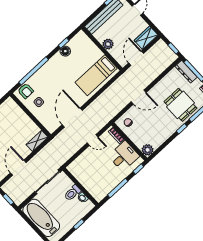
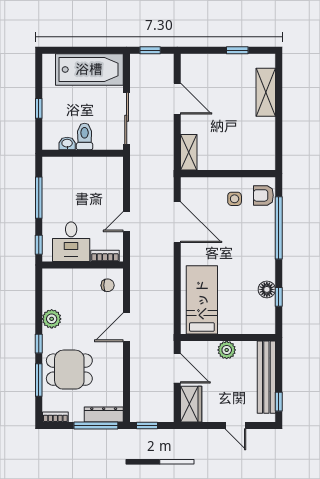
plant: (148, 150) -> (52, 319), moved

